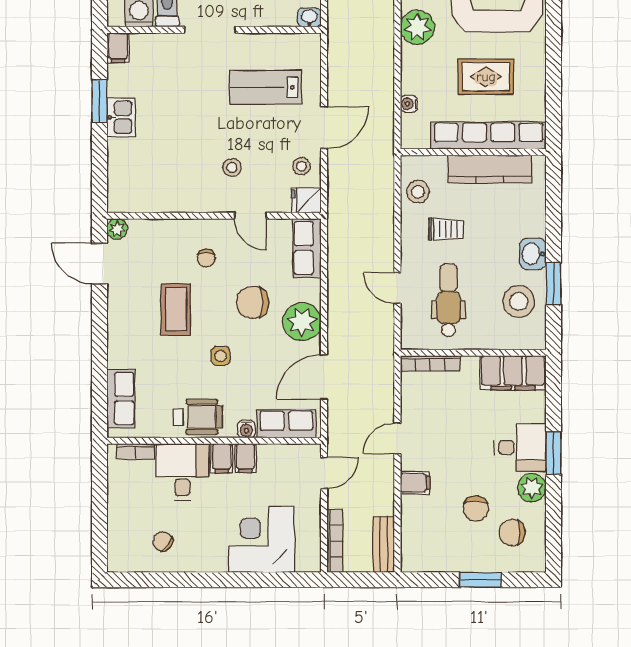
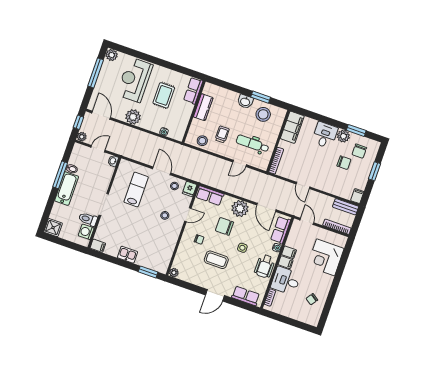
lab bench: (266, 87) -> (136, 190), turned 180
window: (99, 101) -> (148, 272), moved
row of seats: (489, 136) -> (193, 91), width x0.50
kitchen counter: (490, 169) -> (203, 107), width x0.67
door: (99, 264) -> (215, 295), moved
chair: (253, 302) -> (225, 226), turned 90
wheelchair: (198, 417) -> (265, 266), turned 180
window: (553, 453) -> (356, 130), moved
filing cabinet: (415, 483) -> (357, 196), moved

